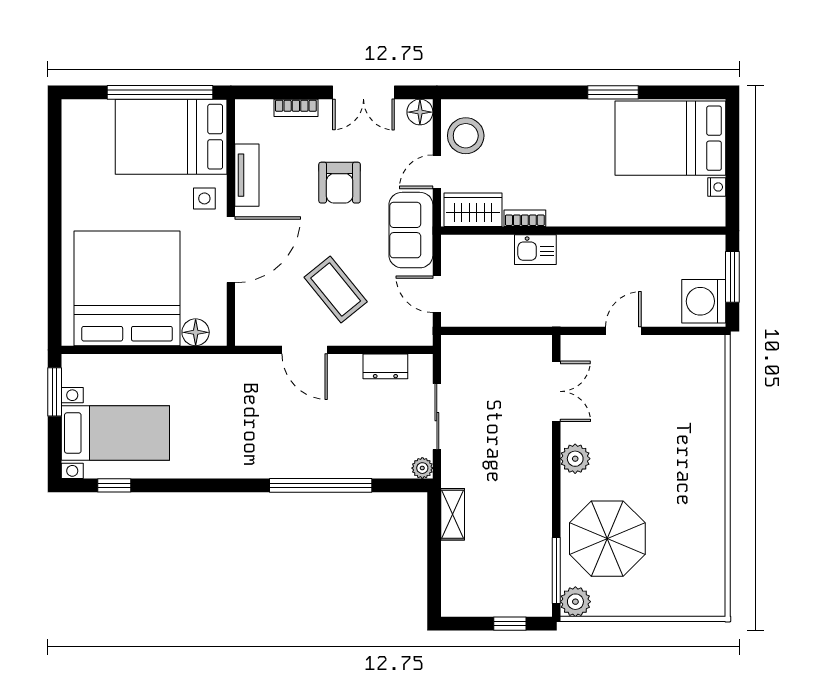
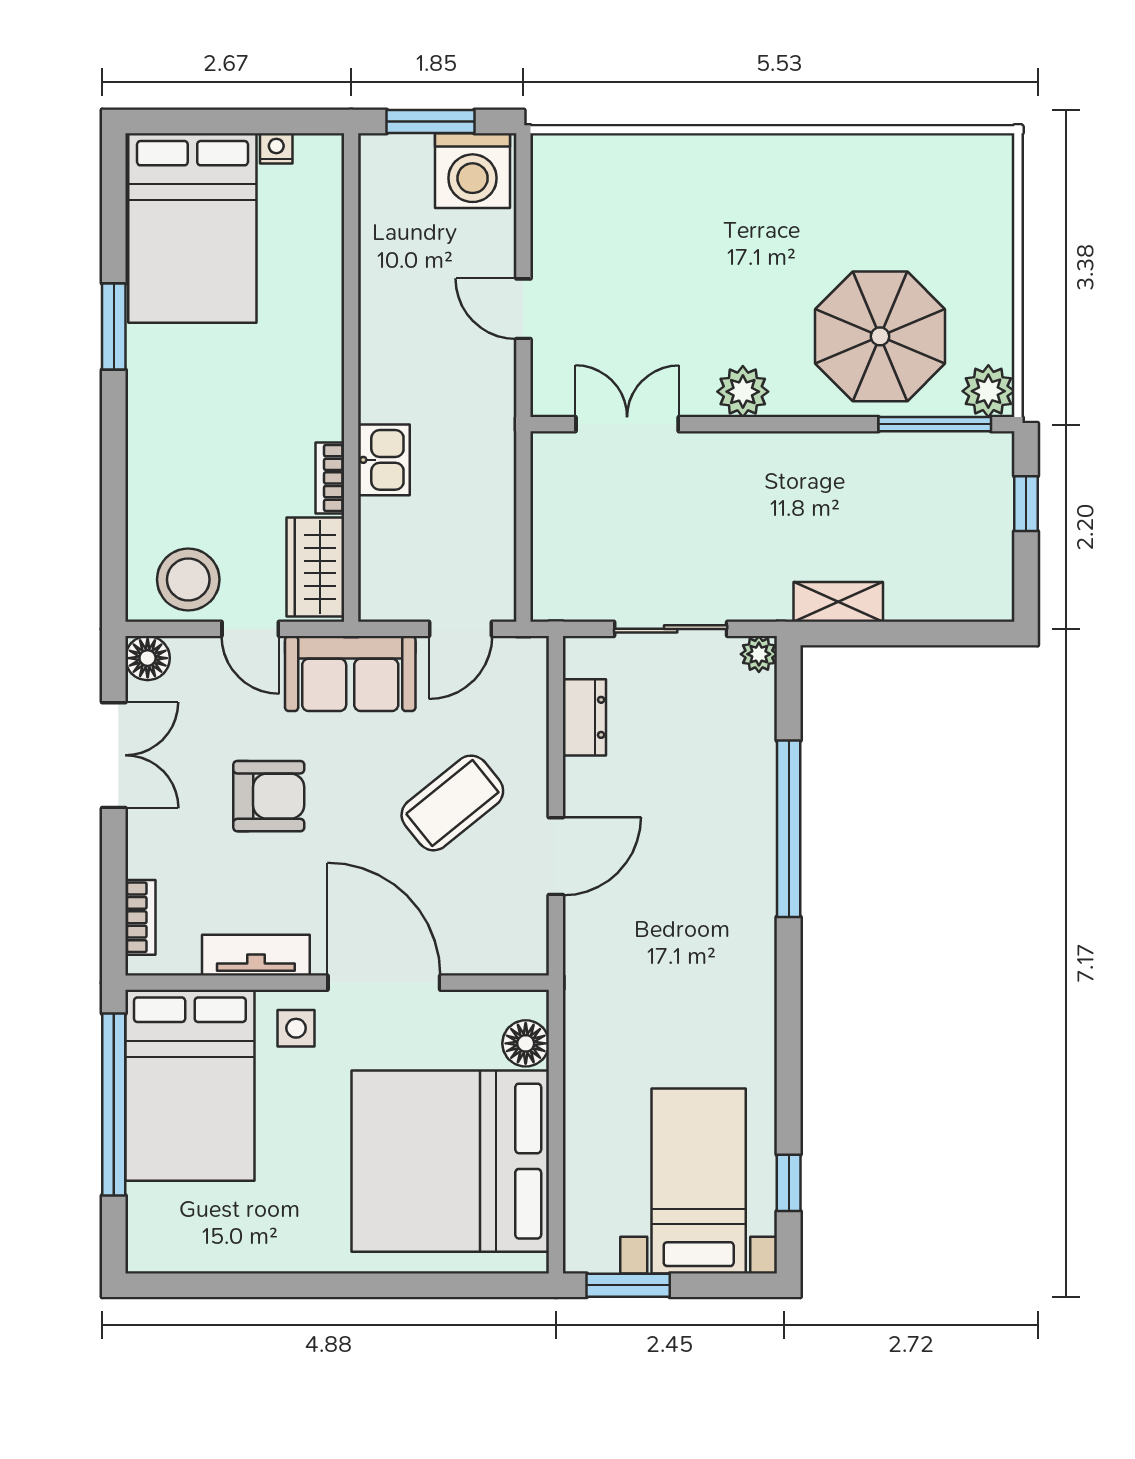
bookcase: (296, 108) -> (140, 917), moved

